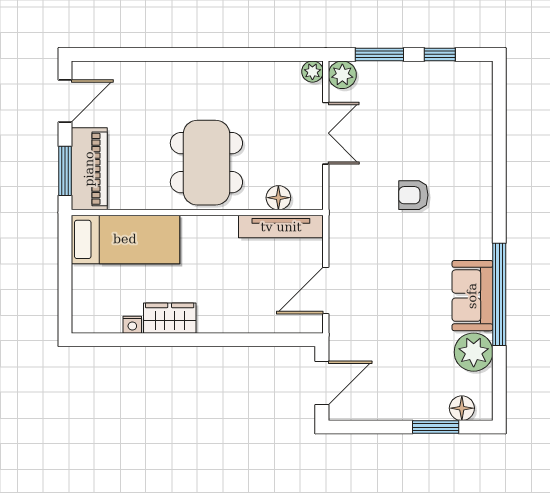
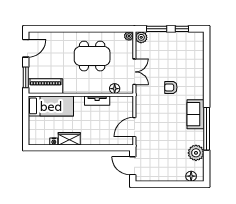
double door: (326, 133) -> (134, 72), moved
dining table: (206, 163) -> (92, 56), moved, turned 90
piano: (89, 169) -> (45, 86), moved, turned -90
tv unit: (281, 227) -> (97, 101), moved, width x0.71
sofa: (472, 296) -> (195, 114), moved
door: (322, 383) -> (133, 166), swing flipped
window: (436, 427) -> (180, 184), removed

